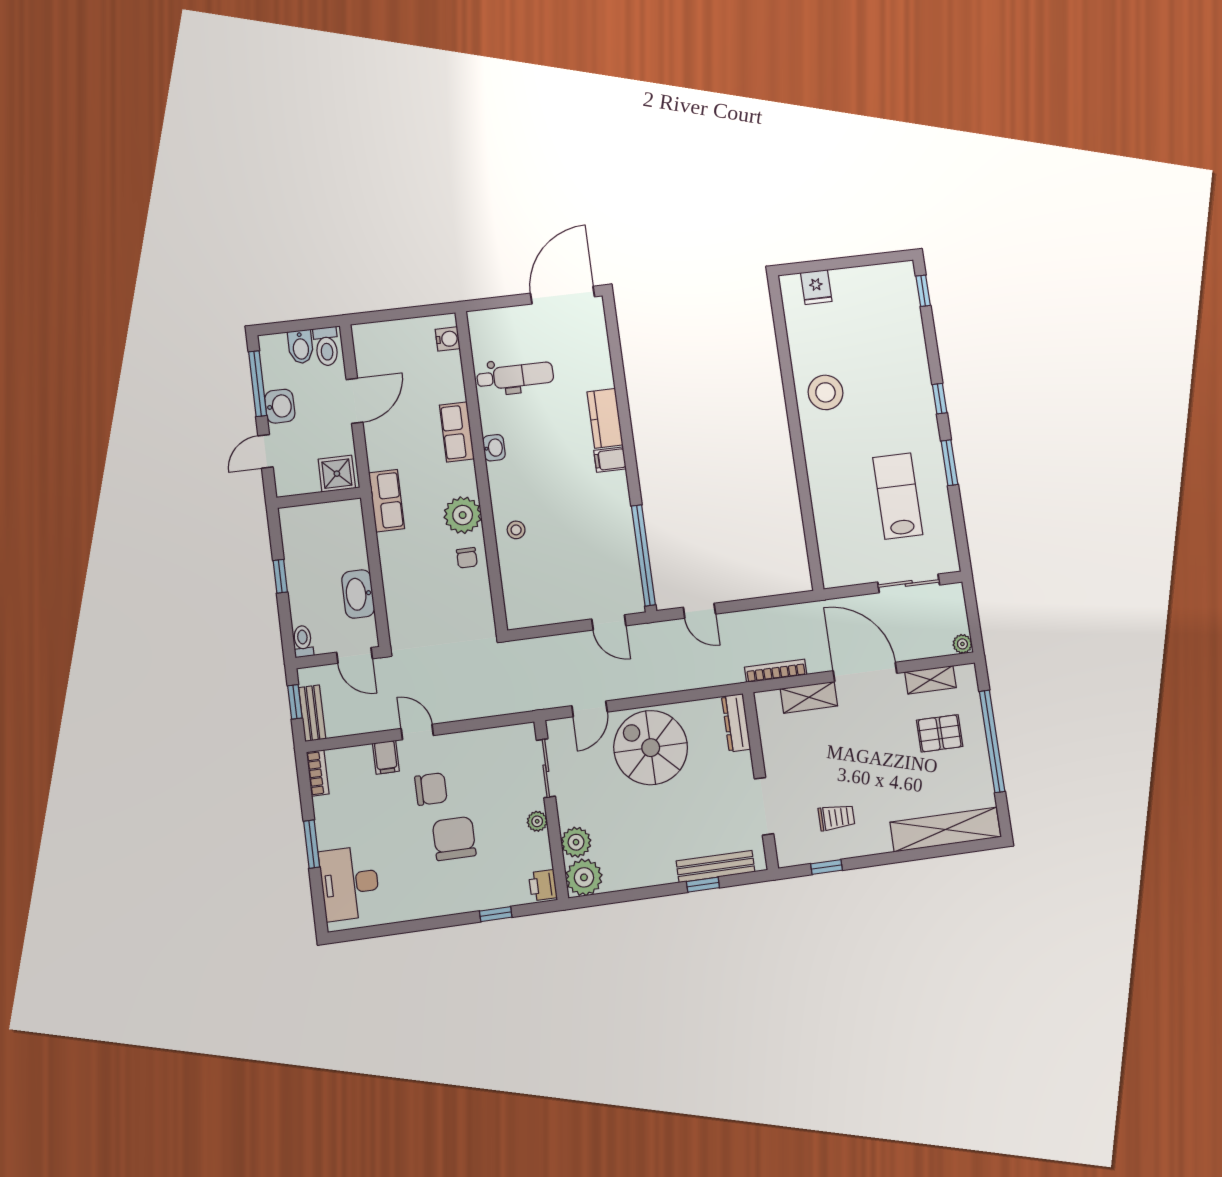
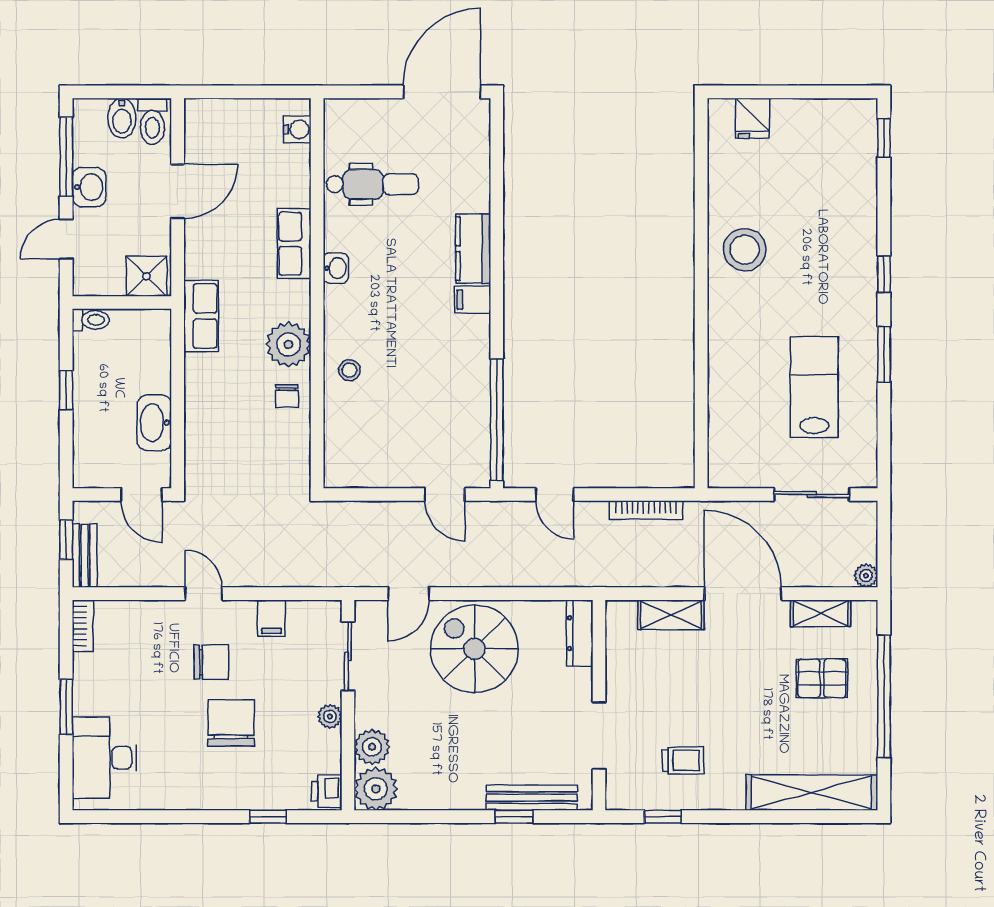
toilet: (303, 641) -> (91, 320), moved, turned 90
bookcase: (776, 671) -> (646, 510), moved, turned 180
filing cabinet: (386, 757) -> (271, 618), moved

